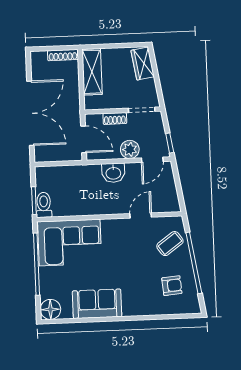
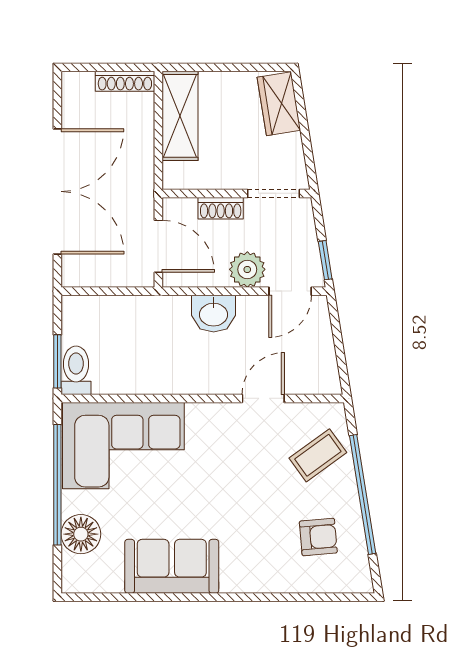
floor lamp: (50, 309) -> (81, 534), moved

